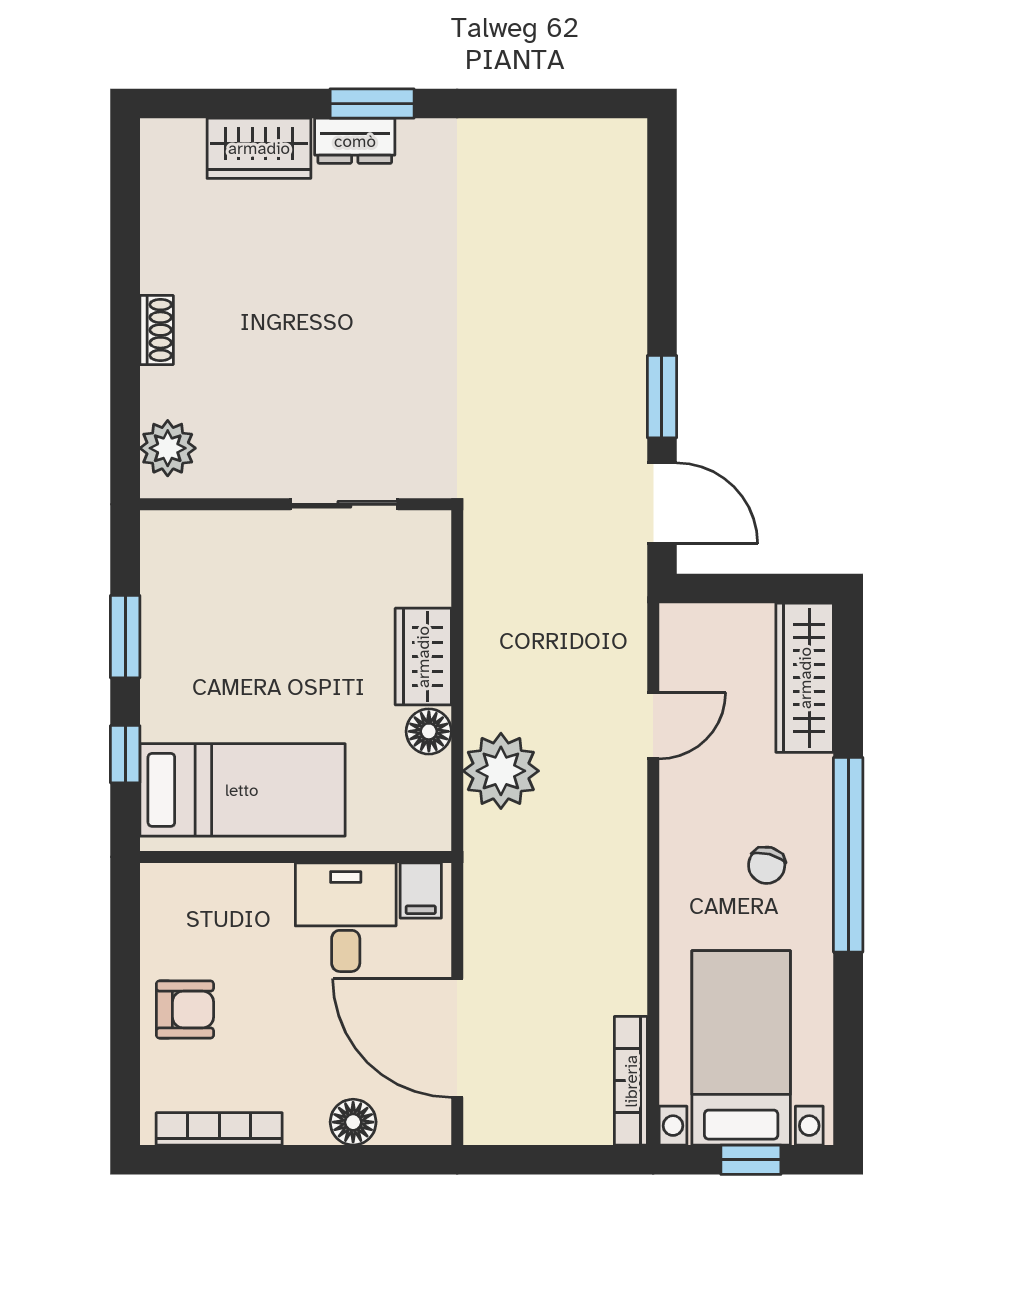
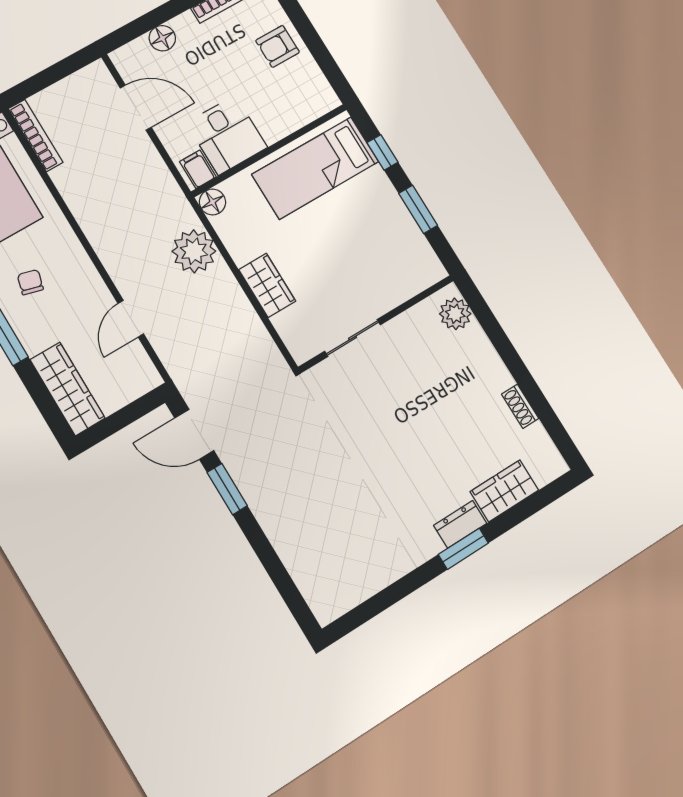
shoe rack: (157, 330) -> (520, 406), moved
floor lamp: (429, 731) -> (212, 202), moved
door: (457, 1038) -> (136, 108), width x0.73

